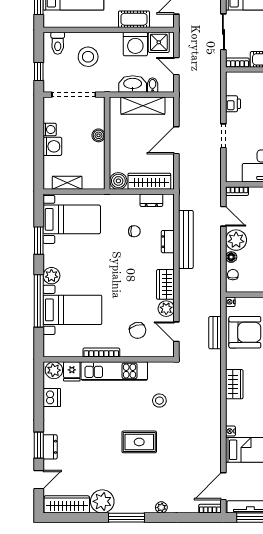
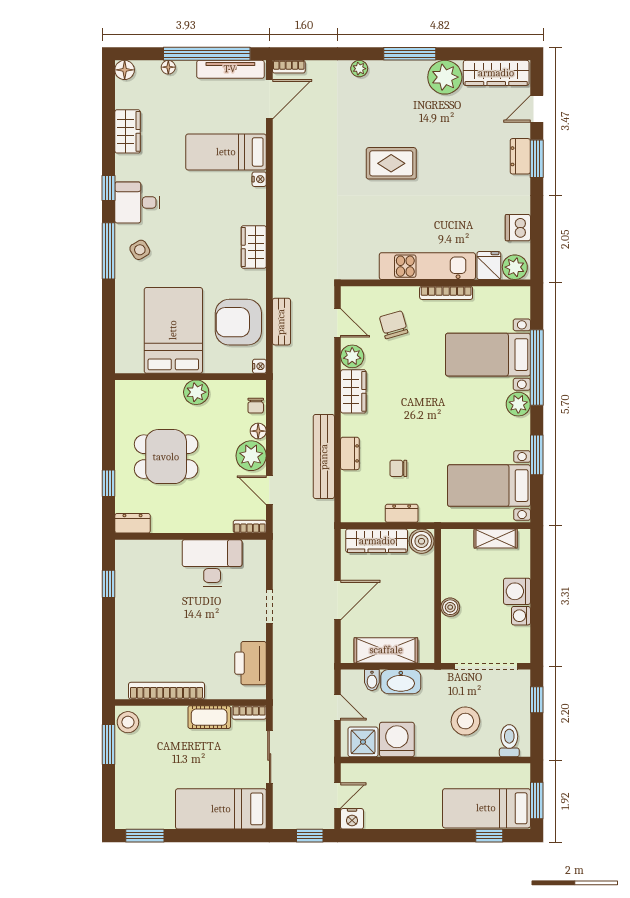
cot: (134, 19) -> (399, 775), removed
printer: (233, 104) -> (250, 663), width x1.87, depth x1.48
dresser: (151, 200) -> (402, 513), moved
stool: (159, 401) -> (362, 223), removed

